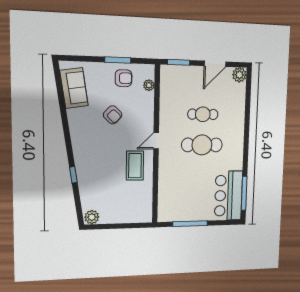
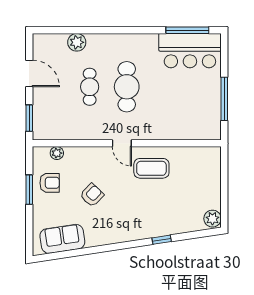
plant: (239, 75) -> (77, 42), moved
armchair: (124, 78) -> (50, 183), turned 90

